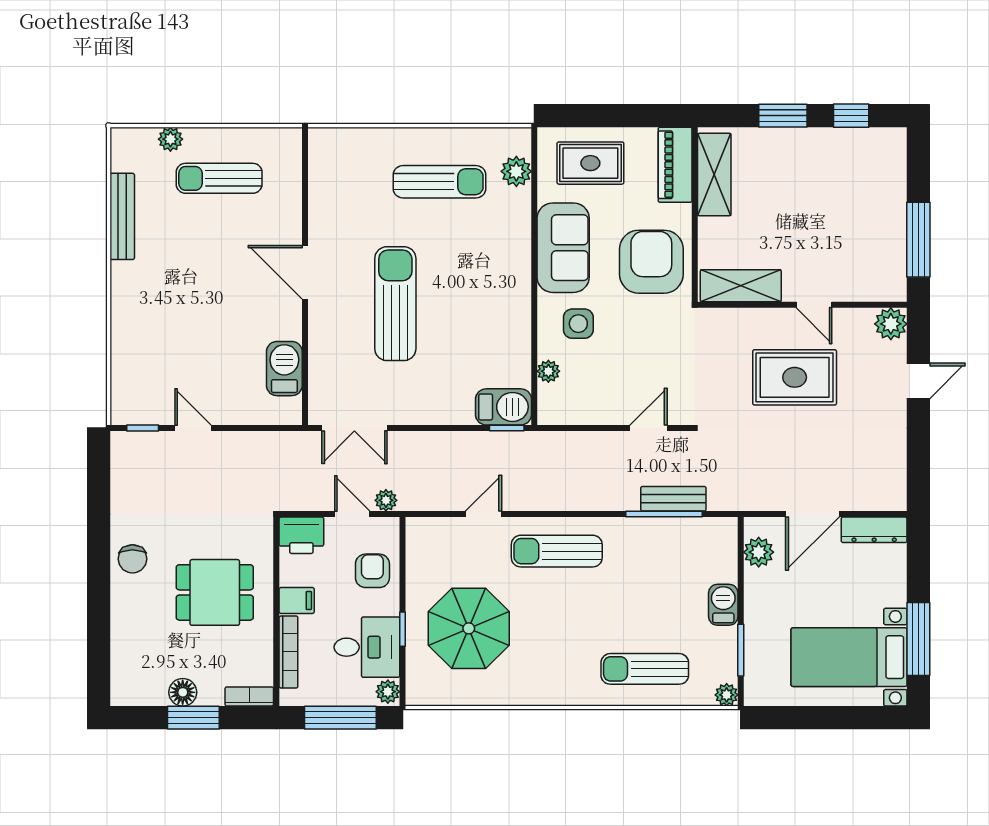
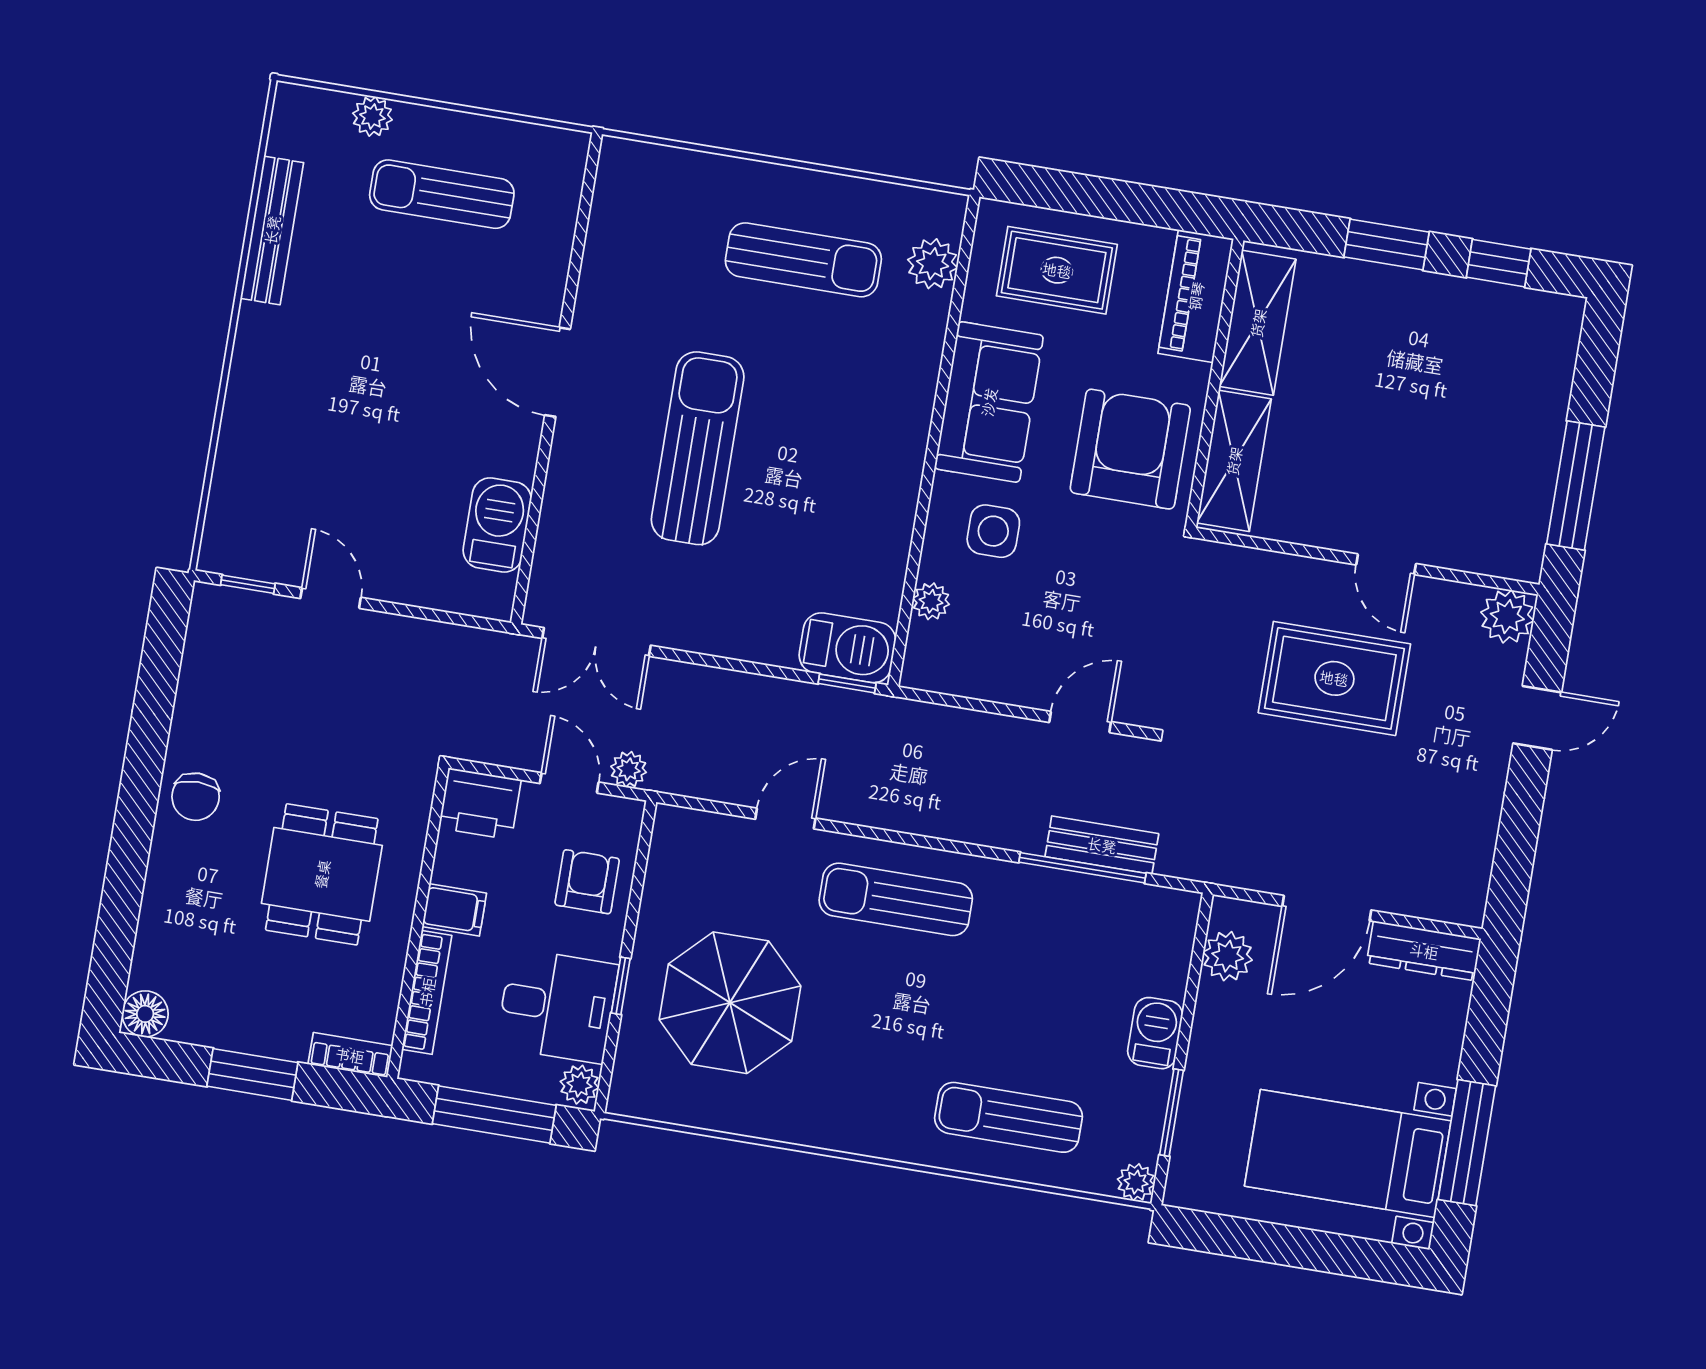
shelving: (741, 286) -> (1234, 461), moved, turned 90
dining table: (215, 592) -> (322, 874), turned 90
floor lamp: (183, 692) -> (145, 1014), moved

